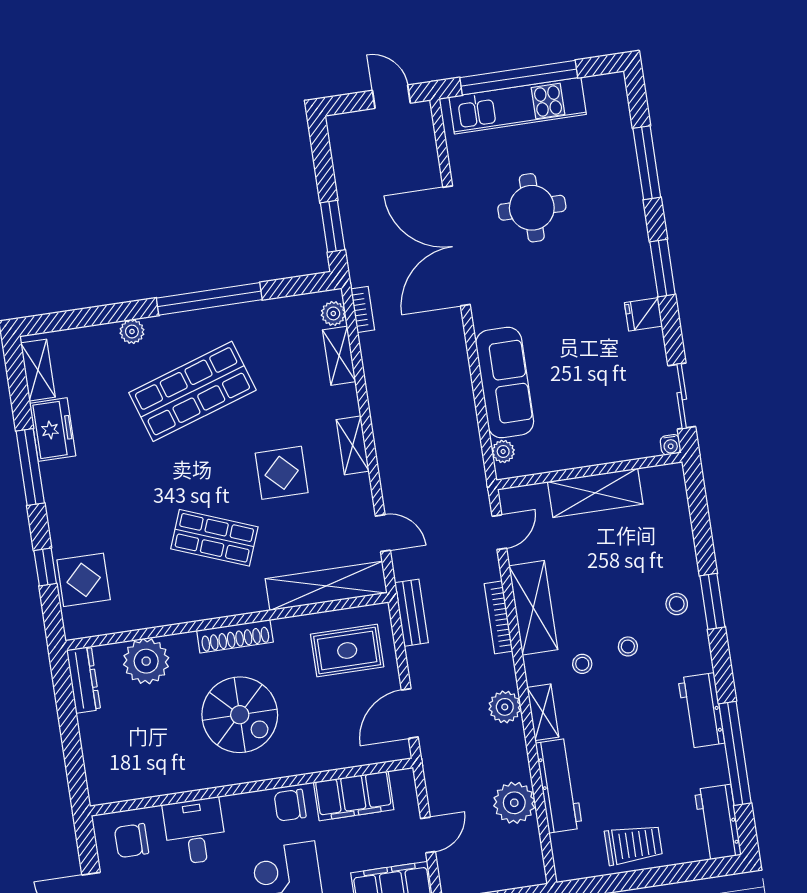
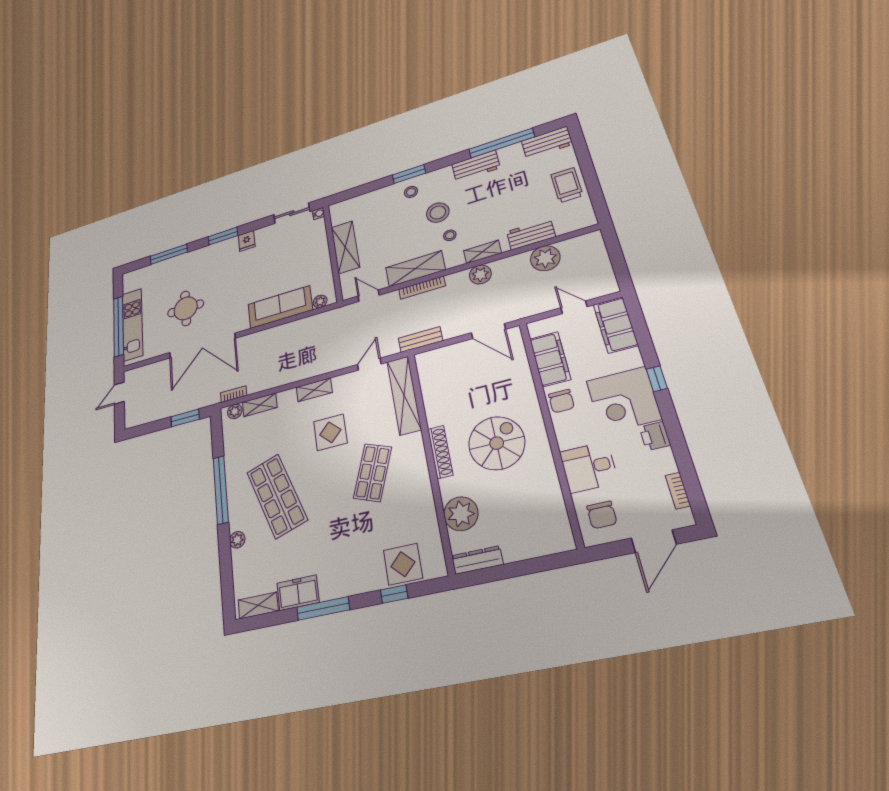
stool: (628, 646) -> (438, 213), width x1.89, depth x1.89
rug: (347, 651) -> (447, 376), removed
workbench: (559, 786) -> (531, 234), width x0.73

